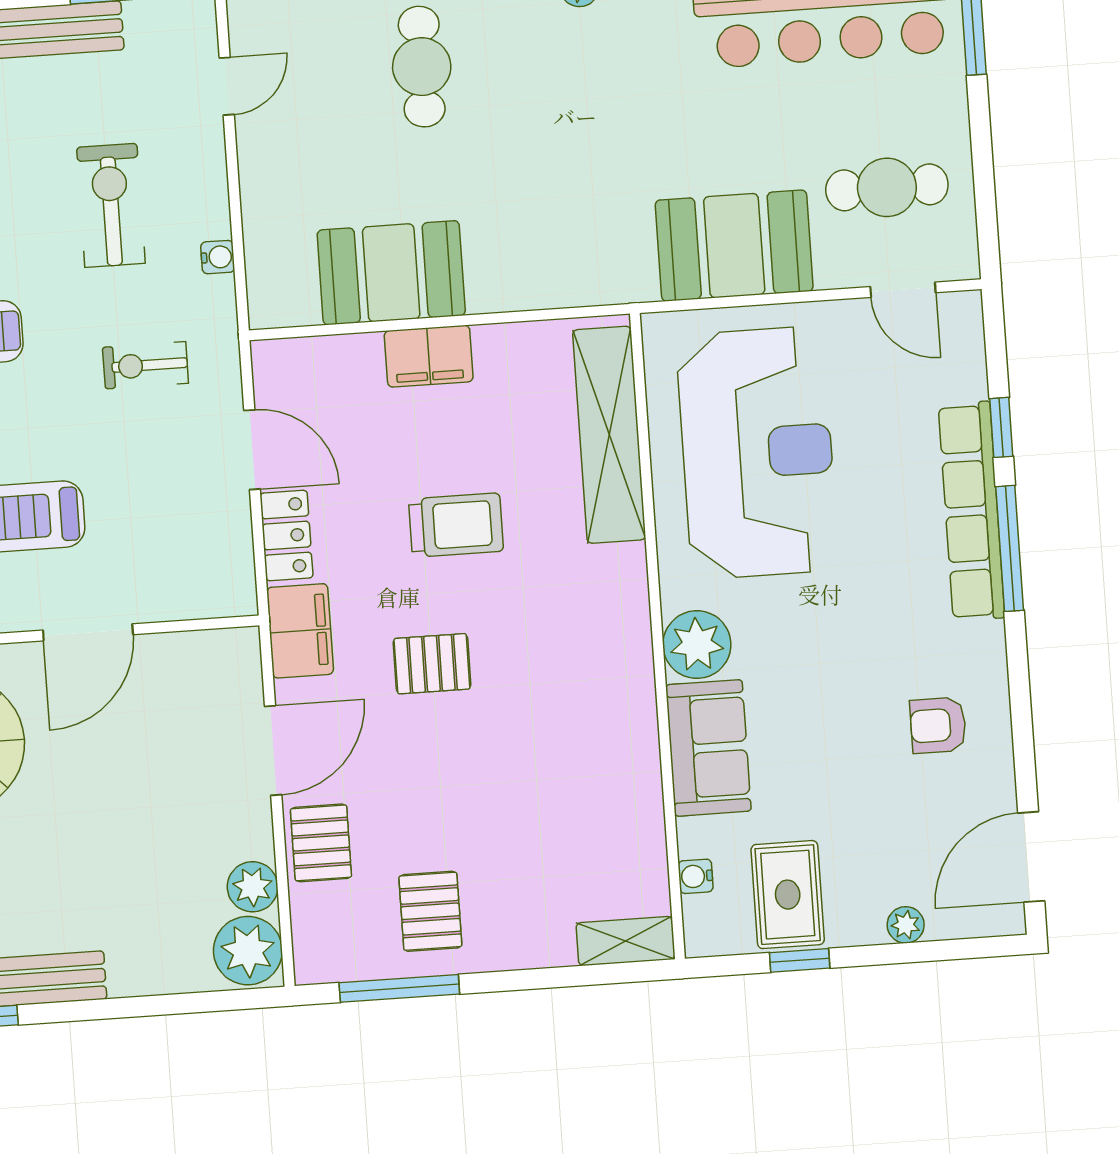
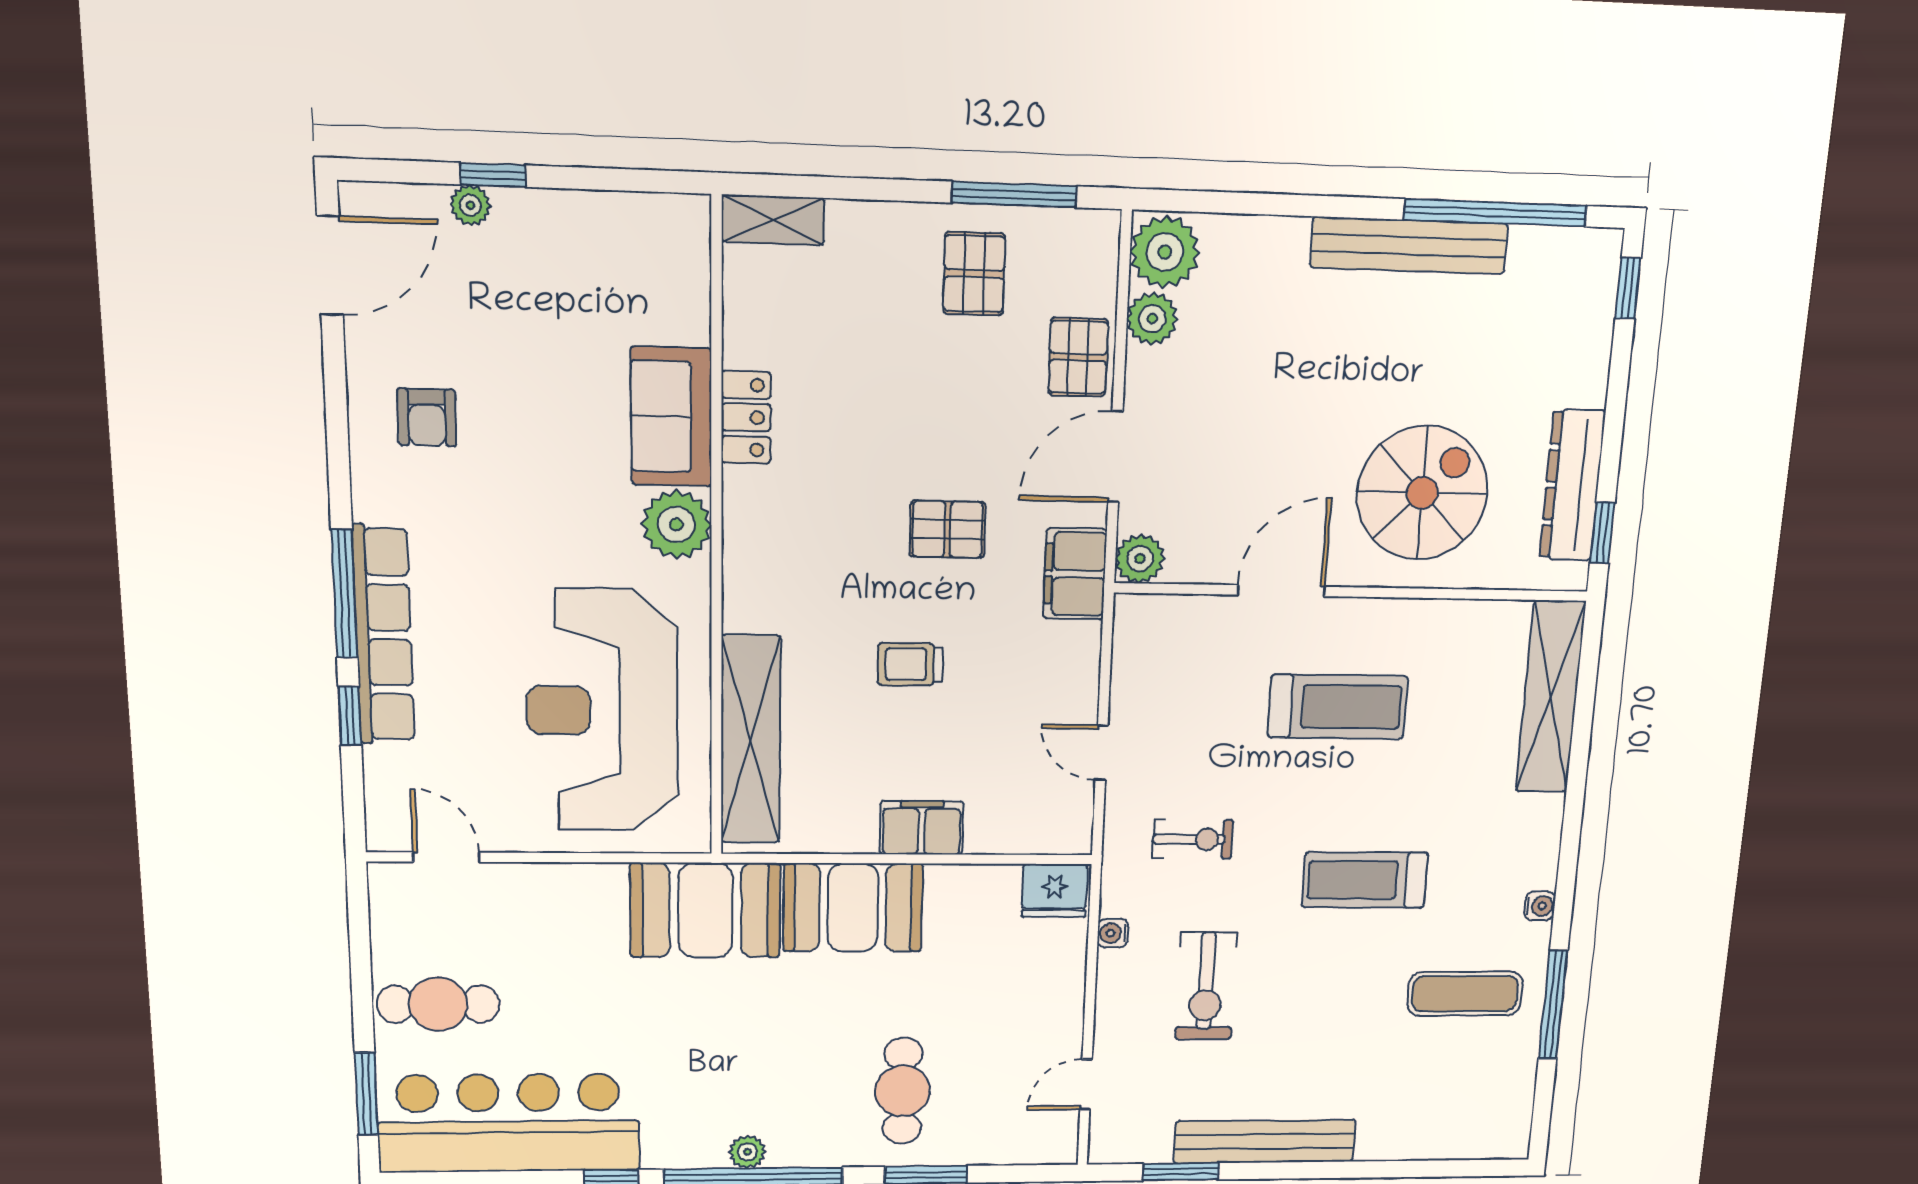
cafe table: (887, 187) -> (438, 1004), moved
booth: (734, 246) -> (705, 910), moved
booth: (391, 273) -> (853, 908), moved
fridge: (284, 299) -> (1055, 891), added
door: (252, 450) -> (1101, 753), width x0.73
trolley: (456, 525) -> (910, 664), width x0.73, depth x0.72
locker: (287, 535) -> (746, 417), moved, turned 180
plant: (236, 652) -> (1140, 559), added
armchair: (938, 725) -> (427, 417), turned 90
water cooler: (696, 876) -> (694, 282), removed
rug: (788, 895) -> (597, 252), removed
window: (800, 960) -> (493, 175), moved

